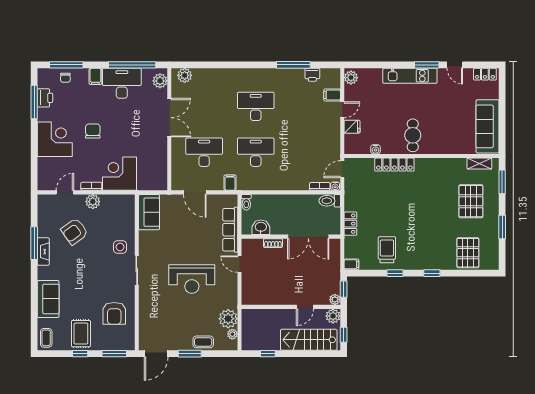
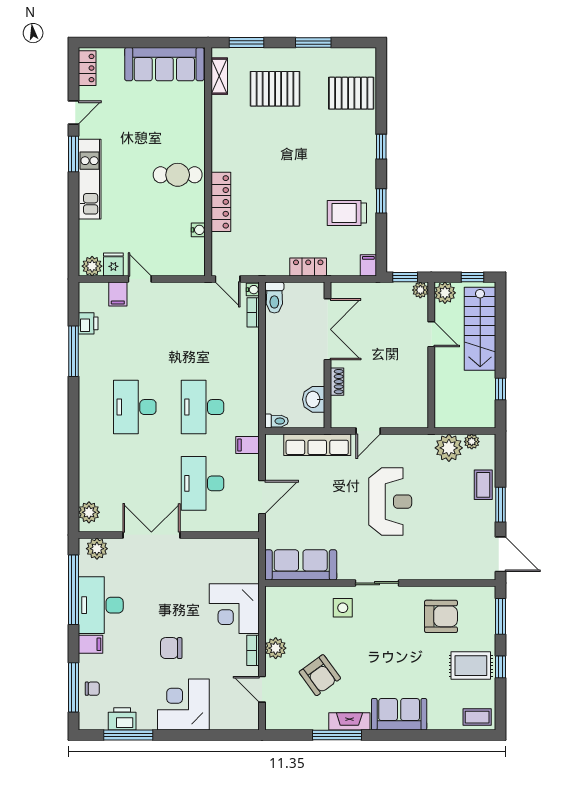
fridge: (352, 127) -> (113, 265), moved
sofa: (149, 212) -> (301, 565), width x1.36
sofa: (48, 299) -> (399, 714), moved

